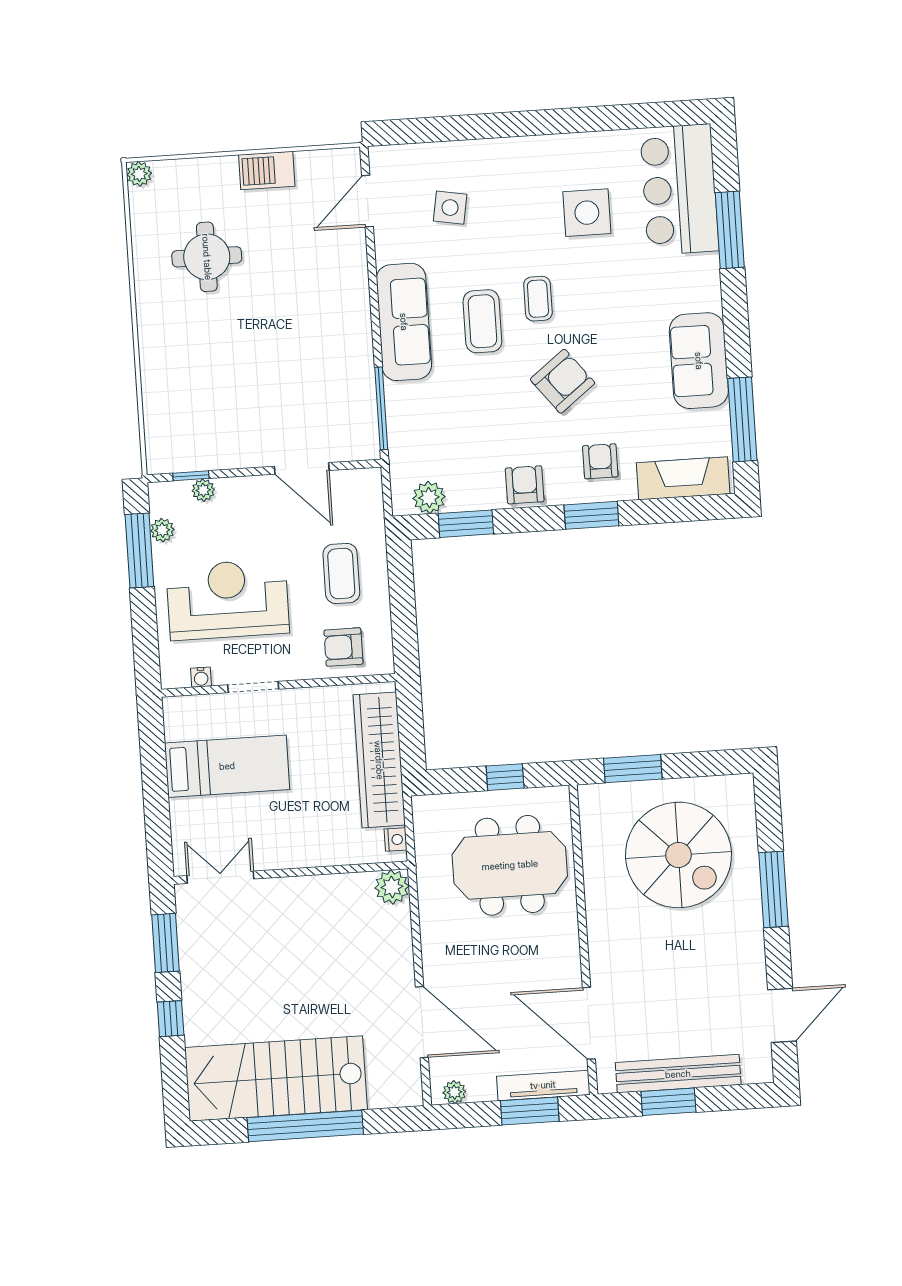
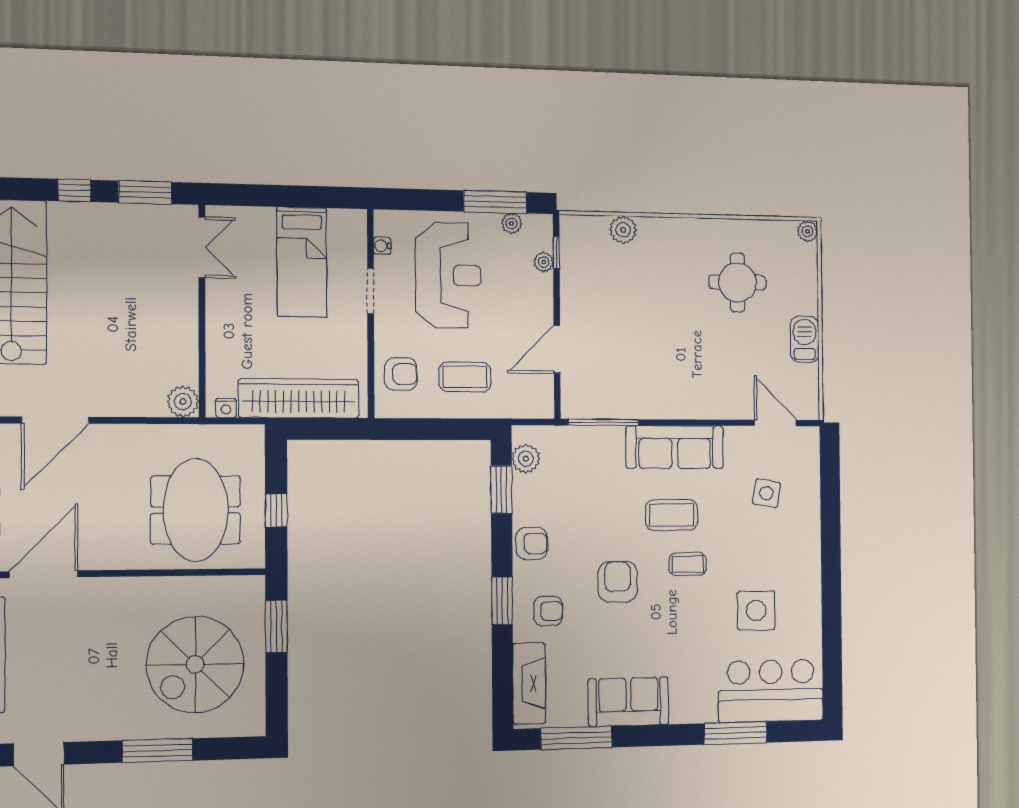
armchair: (563, 381) -> (618, 582), turned -142
plant: (158, 398) -> (623, 230), added
armchair: (343, 647) -> (401, 374), turned 90

